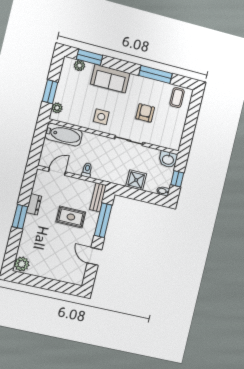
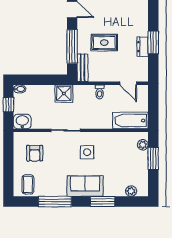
window: (89, 57) -> (103, 202), moved
sofa: (110, 79) -> (85, 186), moved
armchair: (145, 113) -> (35, 153), moved
side table: (101, 117) -> (87, 152), moved
door: (57, 172) -> (128, 83), hinge flipped
shower: (136, 180) -> (64, 94), moved
window: (20, 217) -> (153, 42), moved

